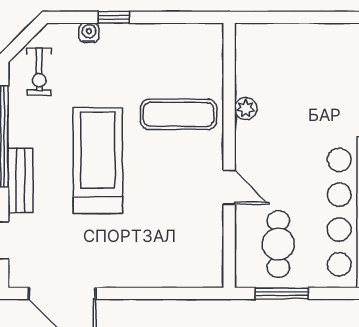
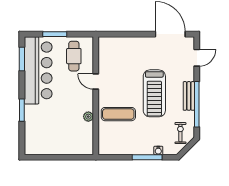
window: (114, 17) -> (147, 157), width x2.17
bench: (21, 180) -> (189, 96), moved
window: (282, 293) -> (55, 34), moved

